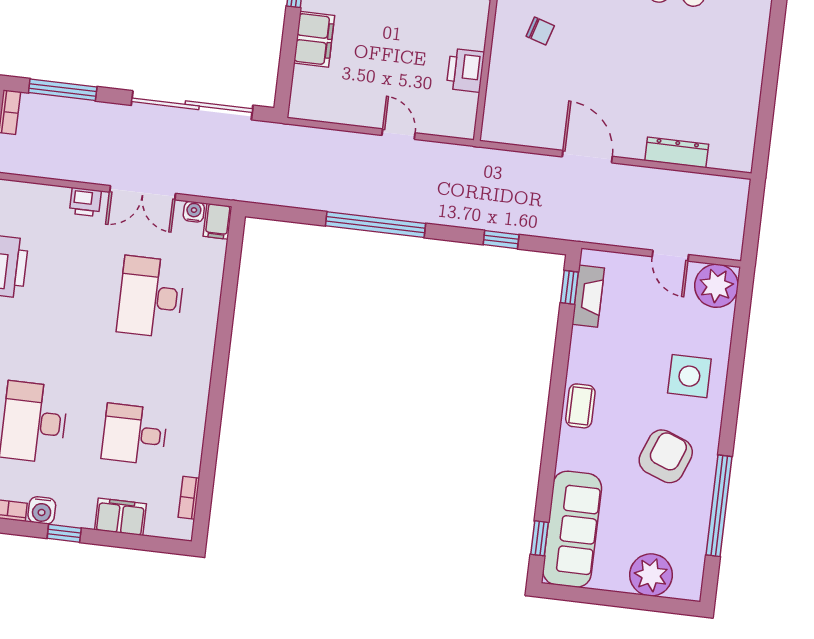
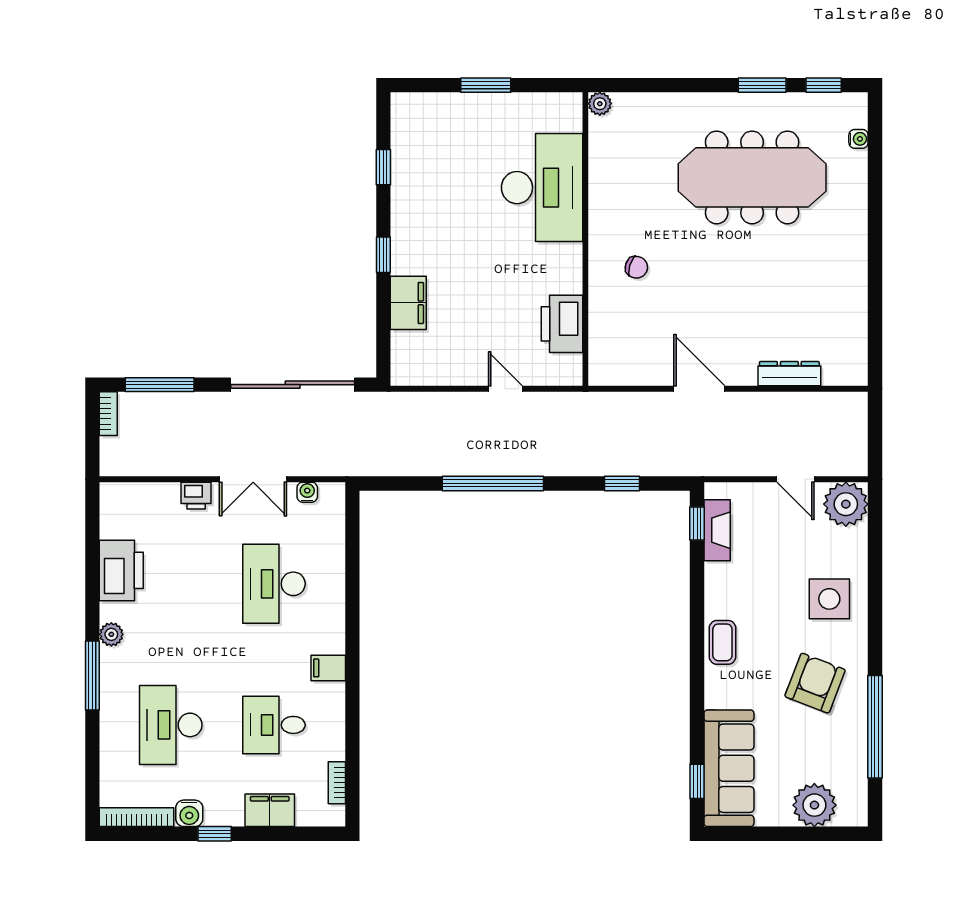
printer: (465, 70) -> (562, 324), width x1.37, depth x1.19
filing cabinet: (218, 221) -> (328, 668), moved, turned 90

